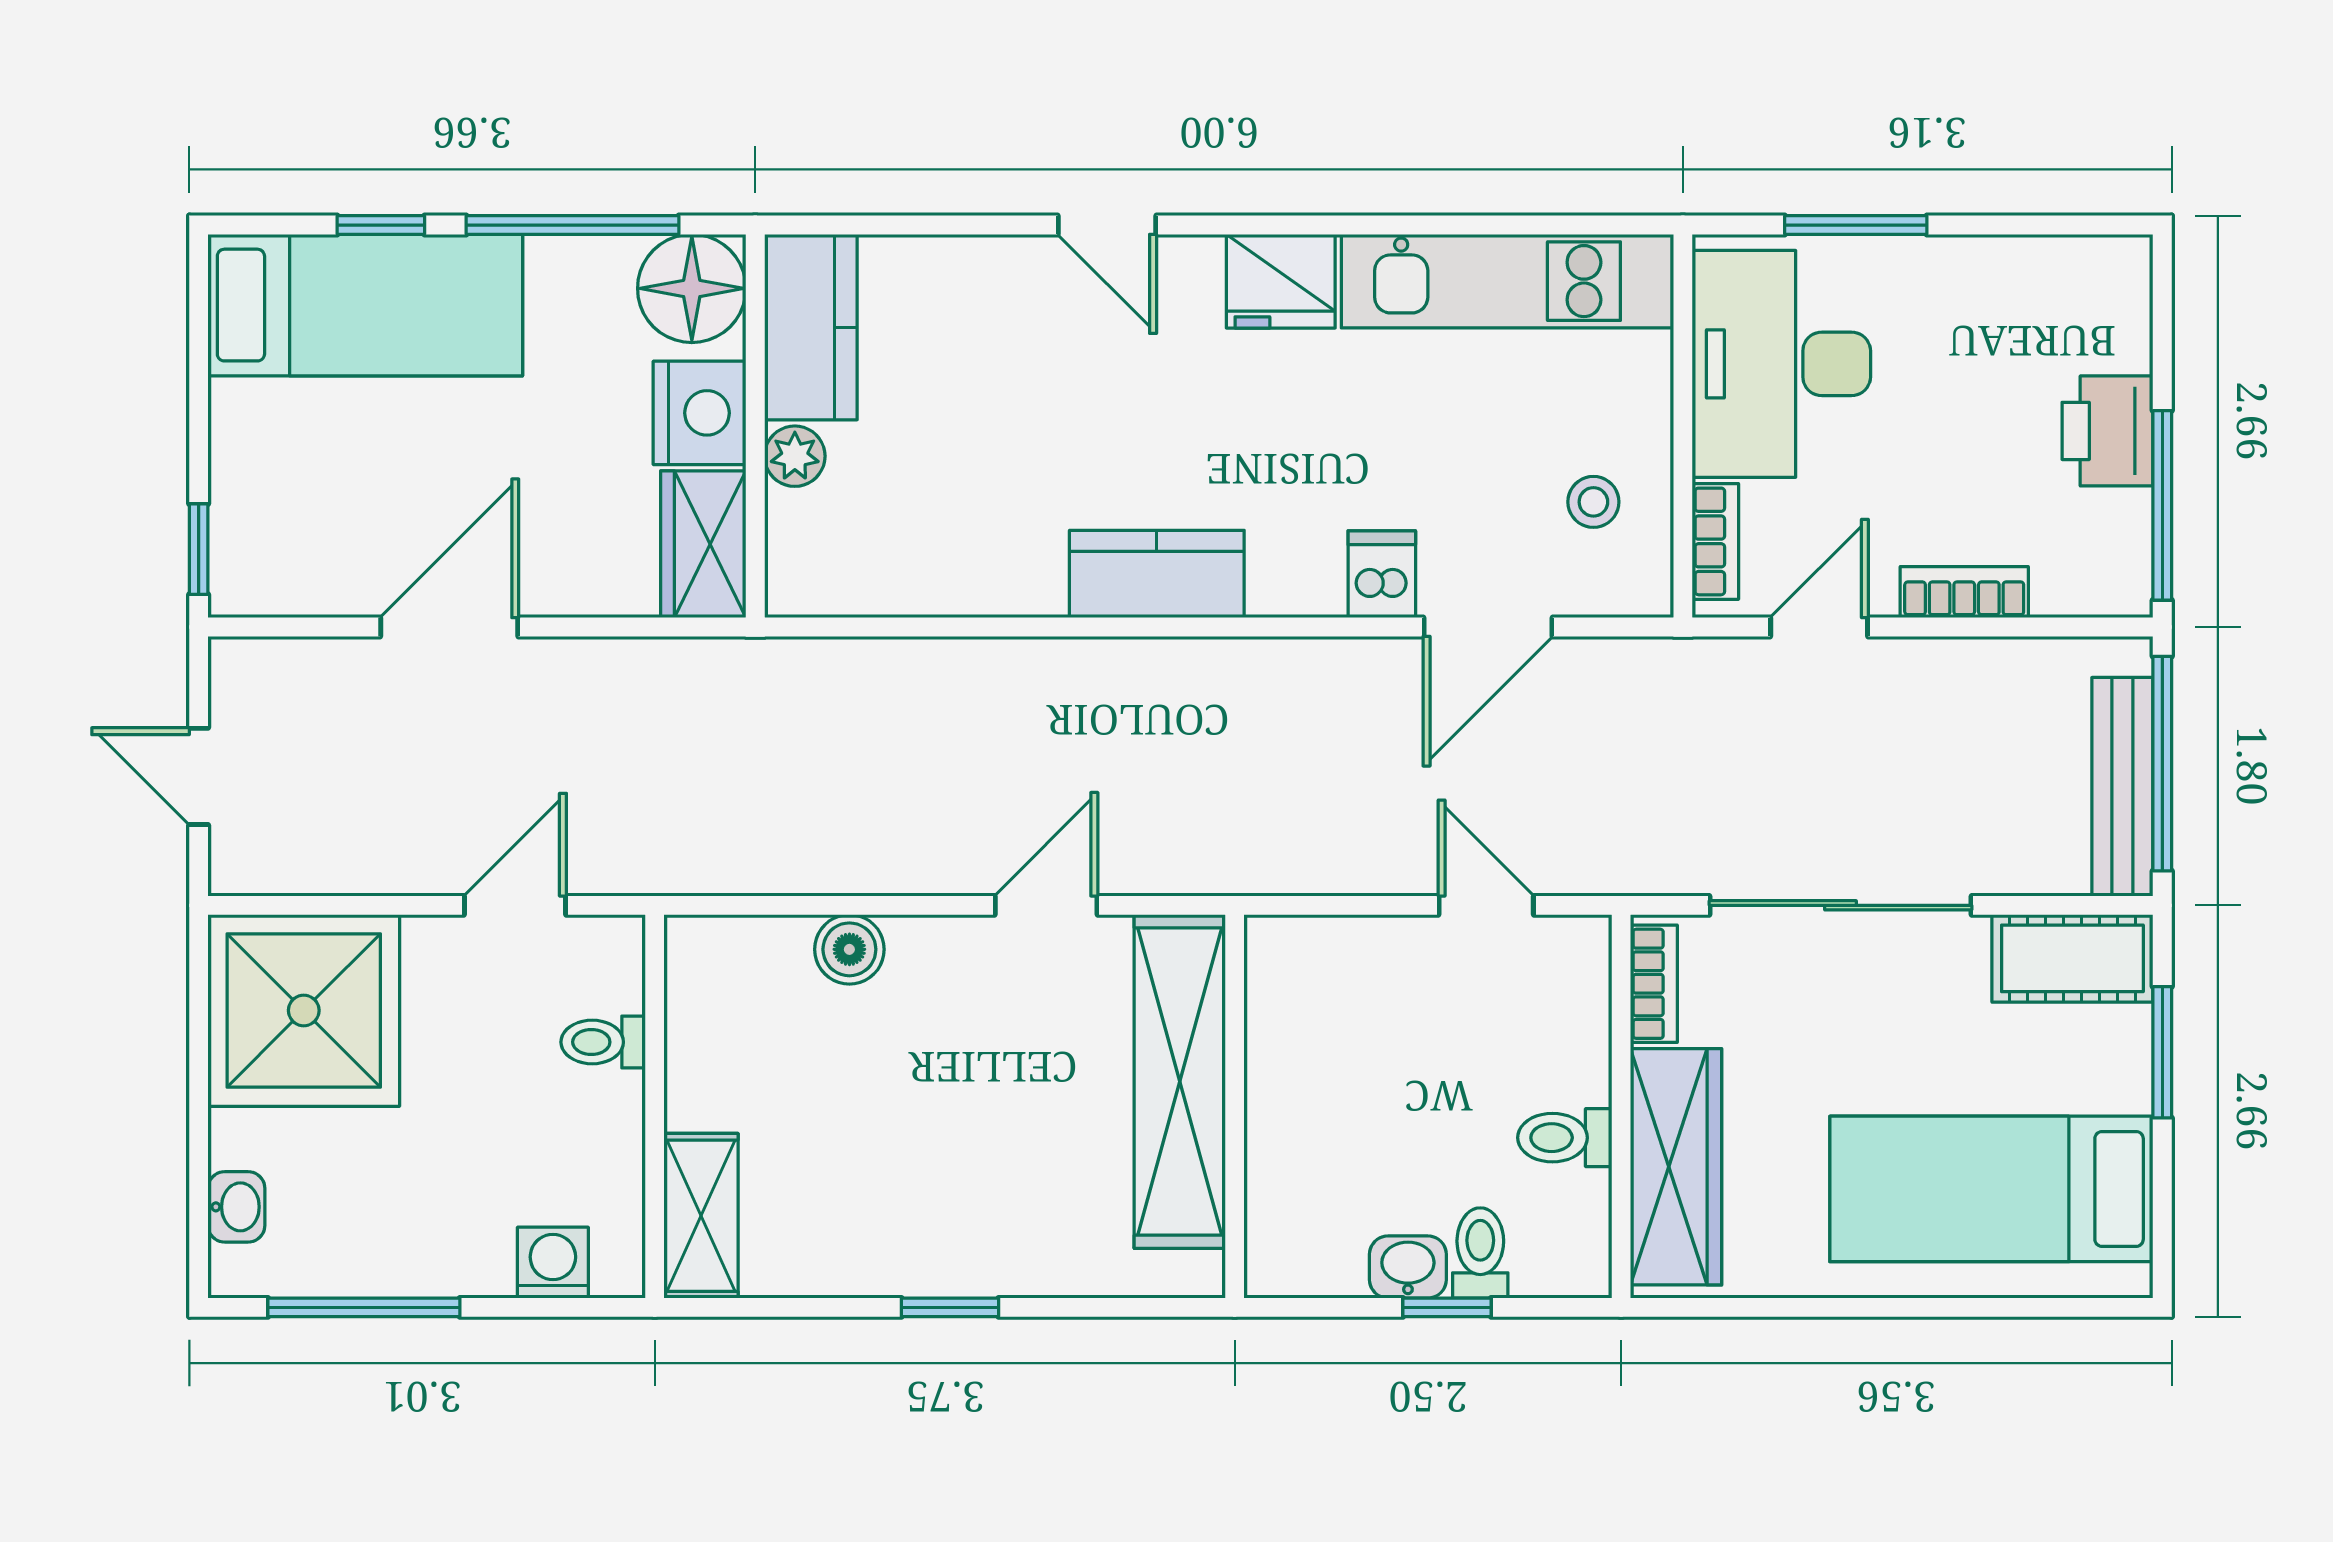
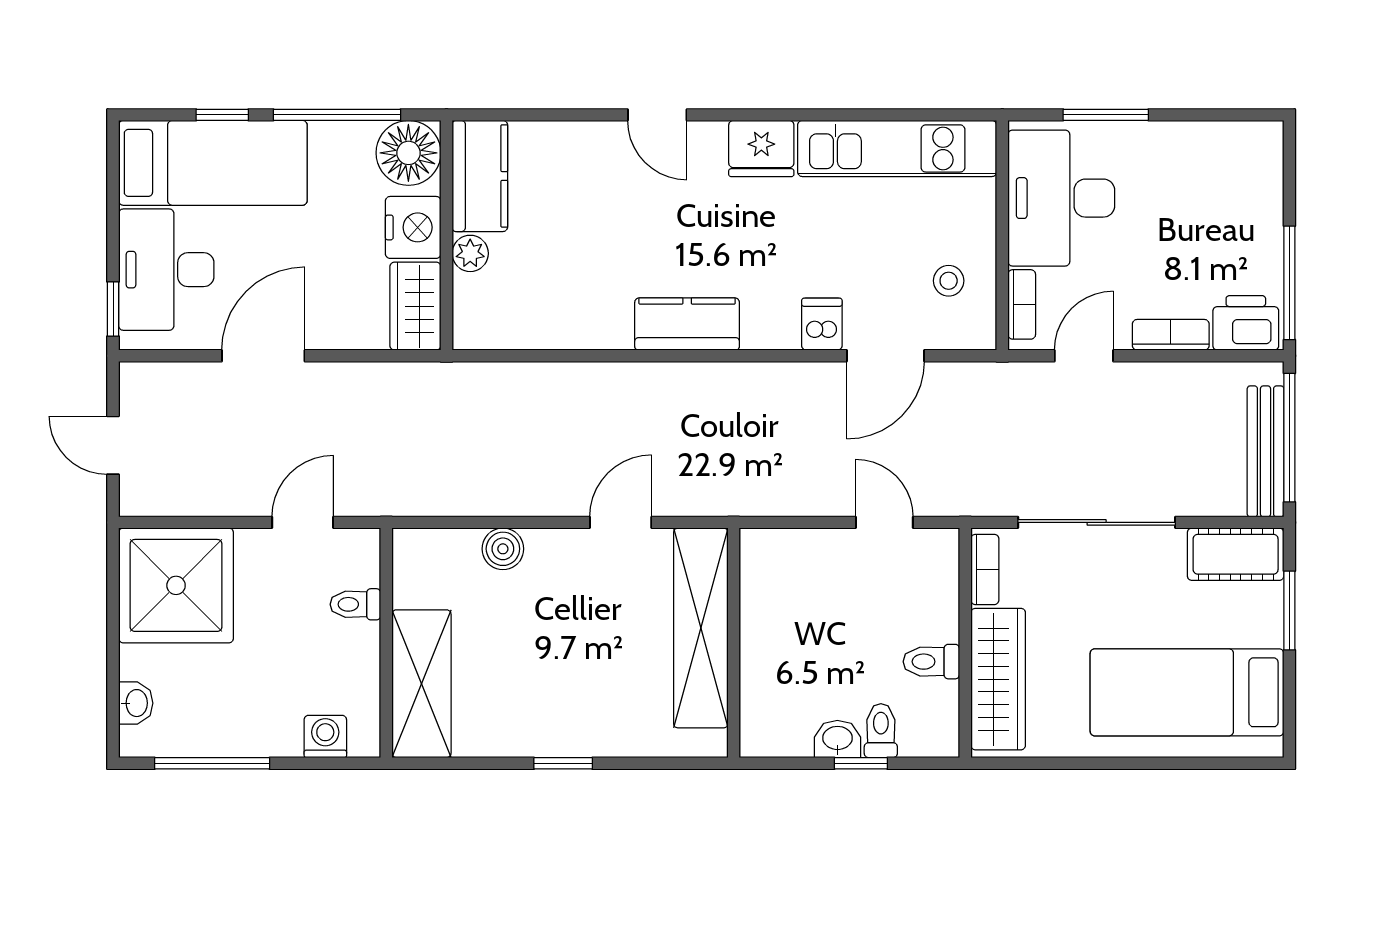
printer: (2108, 431) -> (1246, 323), moved, turned 90
desk: (287, 483) -> (166, 270), added
shelving: (701, 1216) -> (421, 684), width x1.50, depth x1.33

